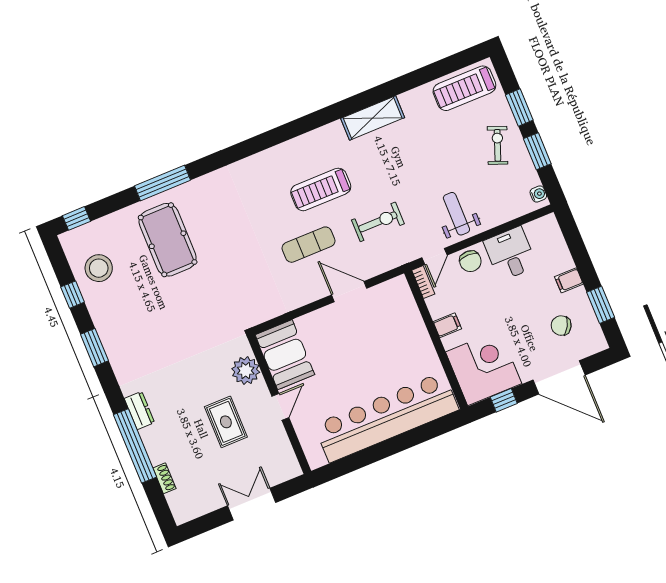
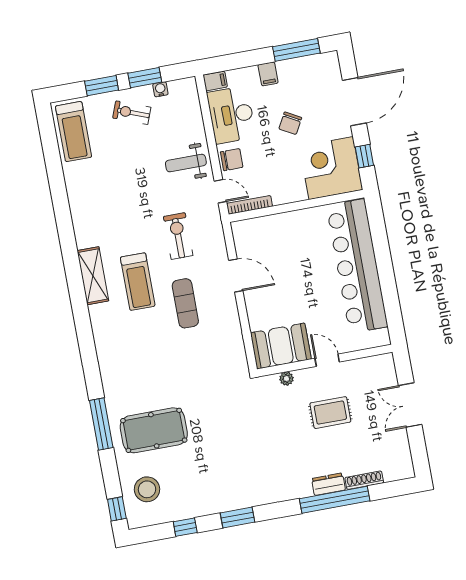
shelving: (373, 118) -> (93, 276), moved
water cooler: (538, 194) -> (160, 89), moved
desk: (510, 254) -> (231, 115), width x1.37
stool: (99, 268) -> (147, 489), moved
bookcase: (423, 282) -> (249, 205), width x1.56
door: (349, 292) -> (236, 275), swing flipped
window: (601, 305) -> (296, 50), width x1.44
filing cabinet: (447, 325) -> (215, 81), moved, turned 90
chair: (561, 326) -> (290, 123), moved
plant: (246, 371) -> (286, 379), width x0.53, depth x0.53
dresser: (139, 410) -> (328, 484), moved
shoe rack: (164, 478) -> (364, 480), width x1.43

